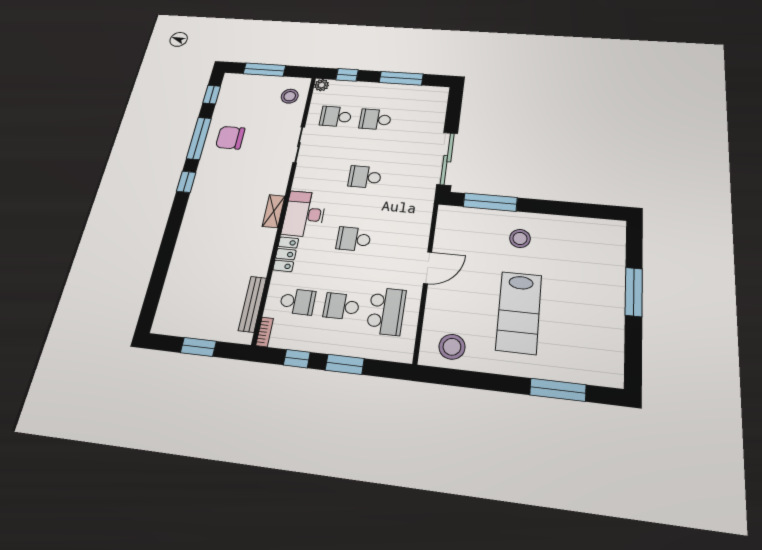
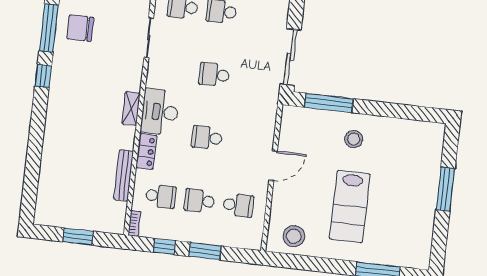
bench: (252, 304) -> (124, 175), moved
school desk: (386, 311) -> (238, 205), width x0.54

